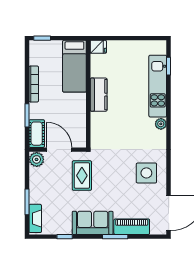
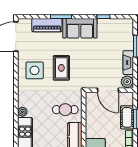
cafe table: (110, 126) -> (65, 110), added
cot: (37, 134) -> (127, 117), moved
rug: (82, 176) -> (61, 68), moved
fireplace: (35, 218) -> (128, 63), moved

